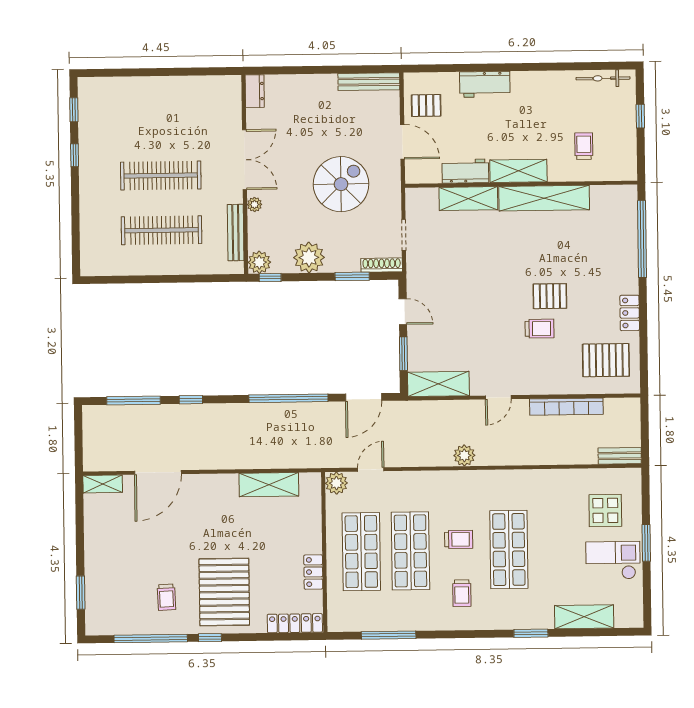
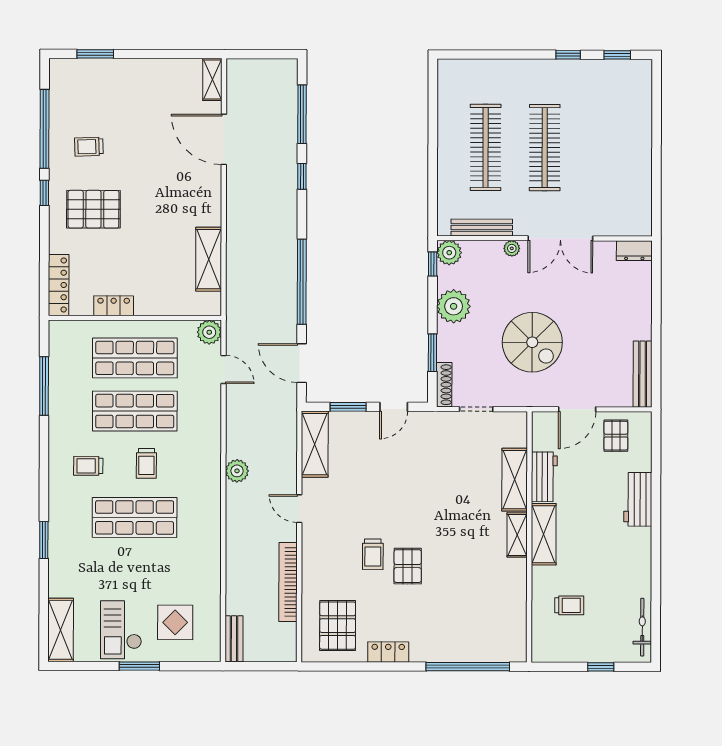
shelving: (544, 198) -> (517, 535), width x0.45, depth x0.75
checkout: (613, 560) -> (121, 630), turned 180
pallet: (224, 592) -> (93, 209), width x0.73, depth x0.71
shelving: (584, 617) -> (61, 630), moved

